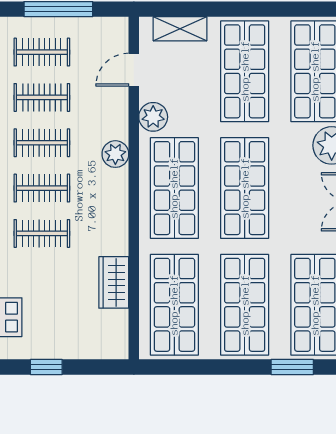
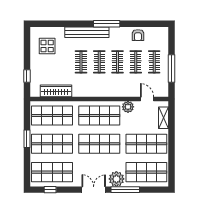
plant: (115, 154) -> (113, 92), removed
wardrobe: (114, 282) -> (56, 91), width x1.50
window: (46, 367) -> (27, 76), moved
window: (292, 367) -> (27, 139), moved

